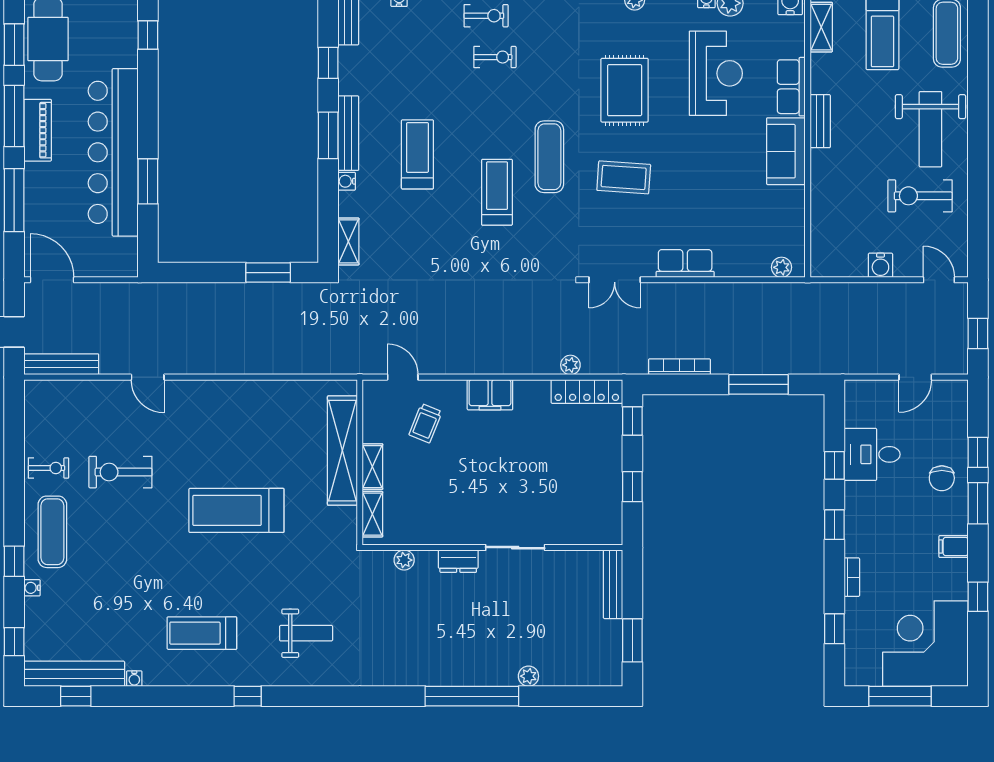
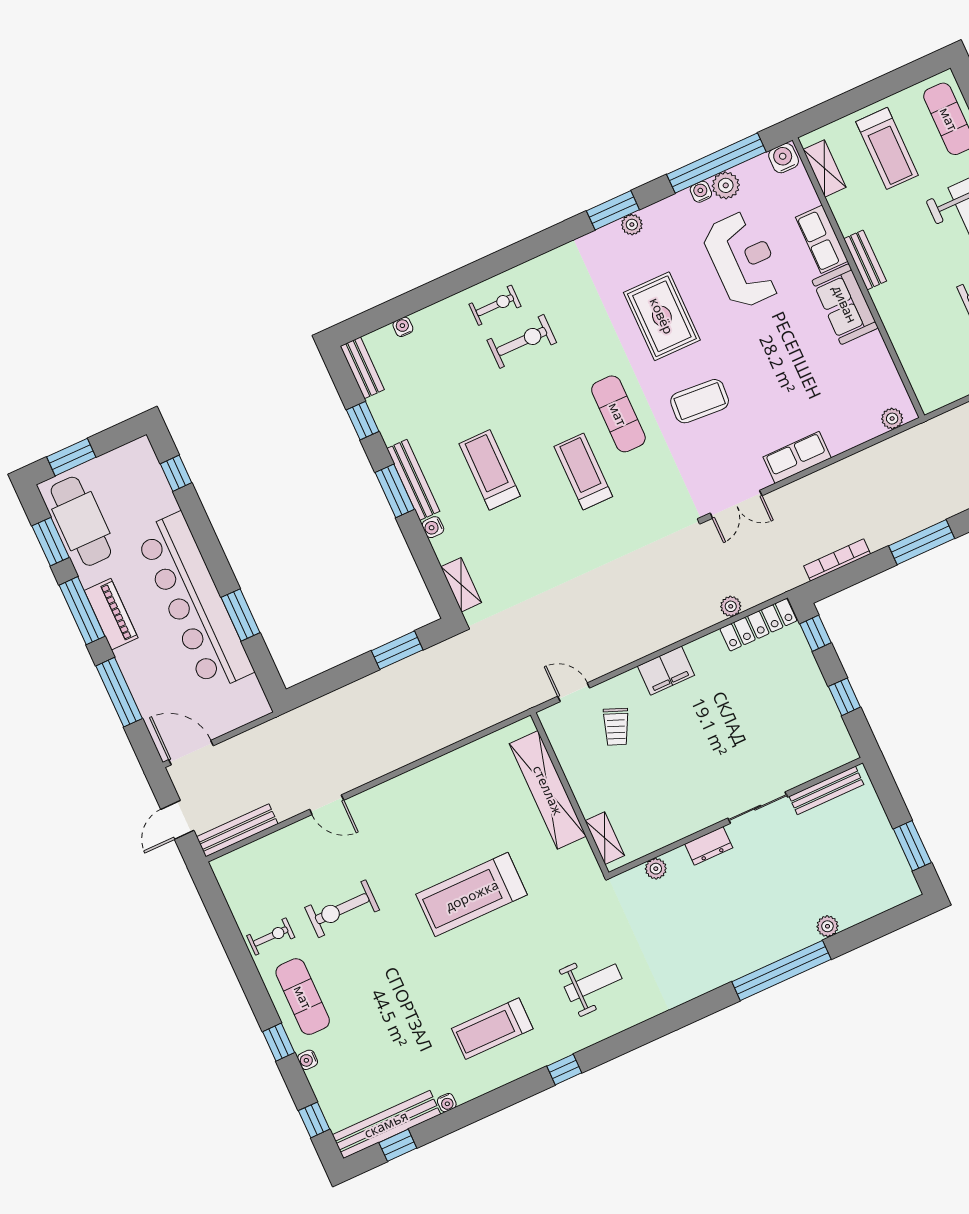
exercise bike: (495, 57) -> (522, 341), width x1.38, depth x1.39
shelving: (372, 467) -> (584, 792), removed
bench: (613, 584) -> (826, 790), moved, turned 90

